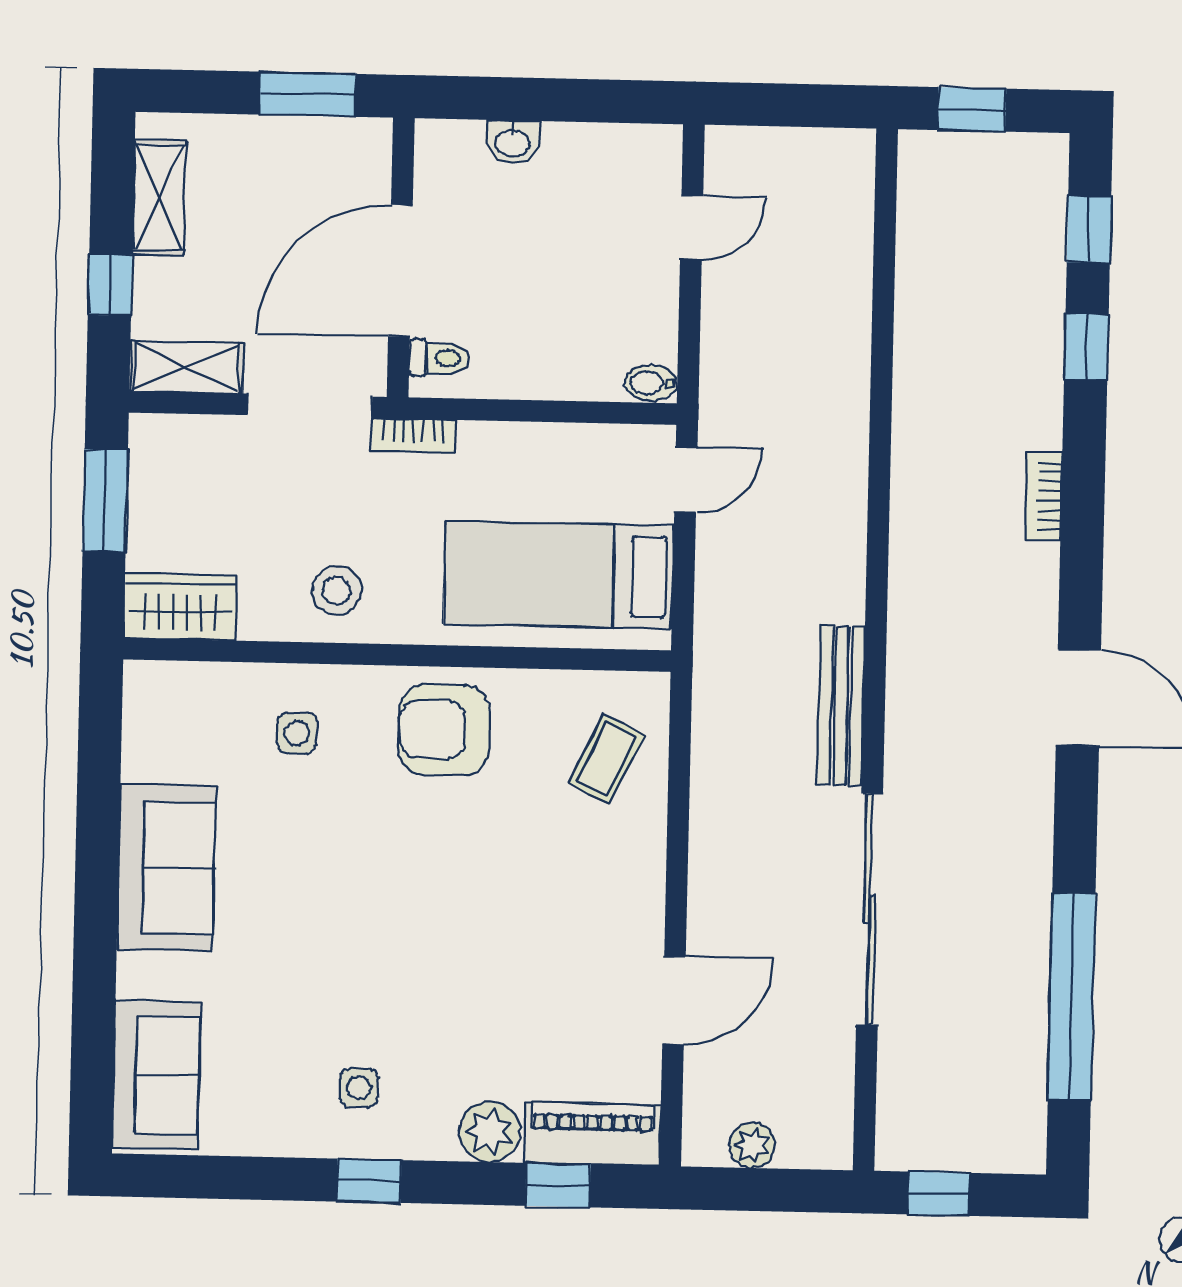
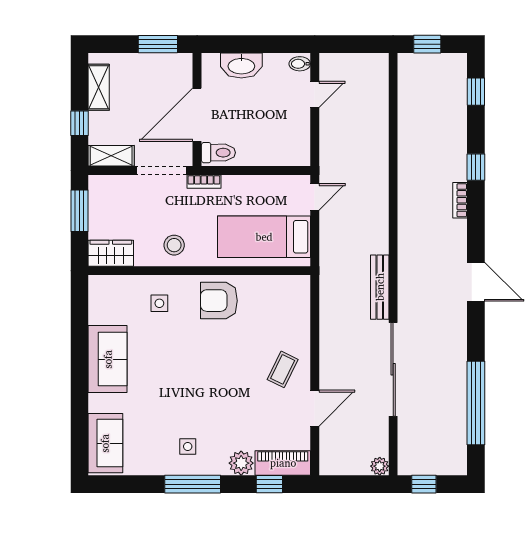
washbasin: (513, 142) -> (241, 65), width x1.91, depth x1.45
window: (1086, 347) -> (476, 167), moved
toilet: (439, 358) -> (218, 153), width x1.37, depth x1.39
bidet: (651, 383) -> (300, 64), moved
coffee table: (606, 759) -> (283, 369), moved
plant: (752, 1145) -> (380, 466), moved
window: (369, 1181) -> (193, 484), width x2.17

